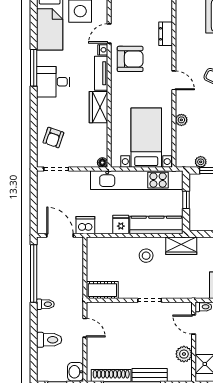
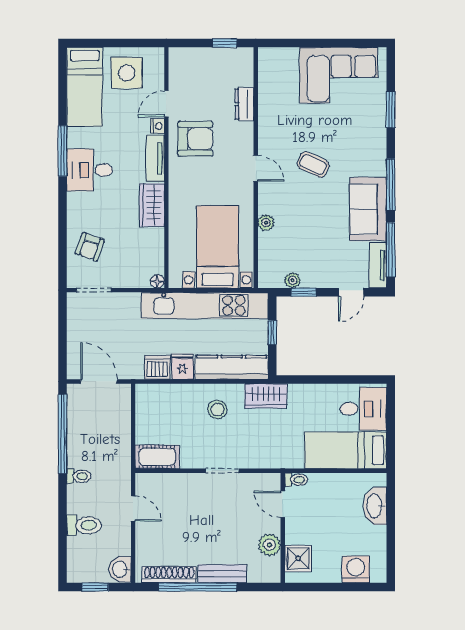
dishwasher: (85, 225) -> (157, 367), moved

